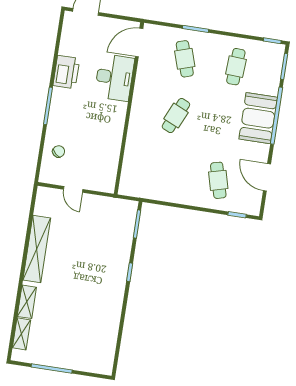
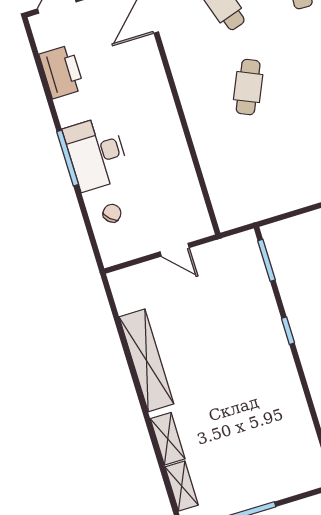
printer: (66, 72) -> (62, 72), moved
desk: (114, 77) -> (96, 153), moved, turned 180
door: (73, 189) -> (175, 250), moved

